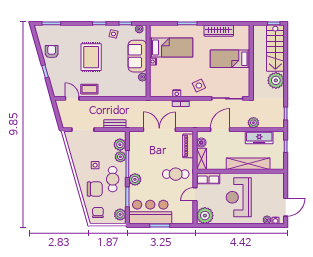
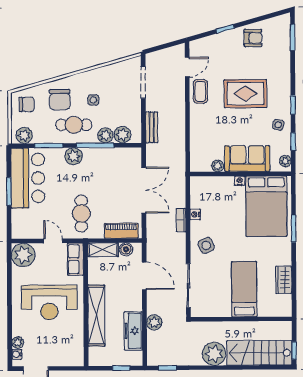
wardrobe: (219, 31) -> (284, 280), width x0.67
bed: (171, 48) -> (266, 206), width x1.50
reception desk: (239, 197) -> (49, 302), turned 180

